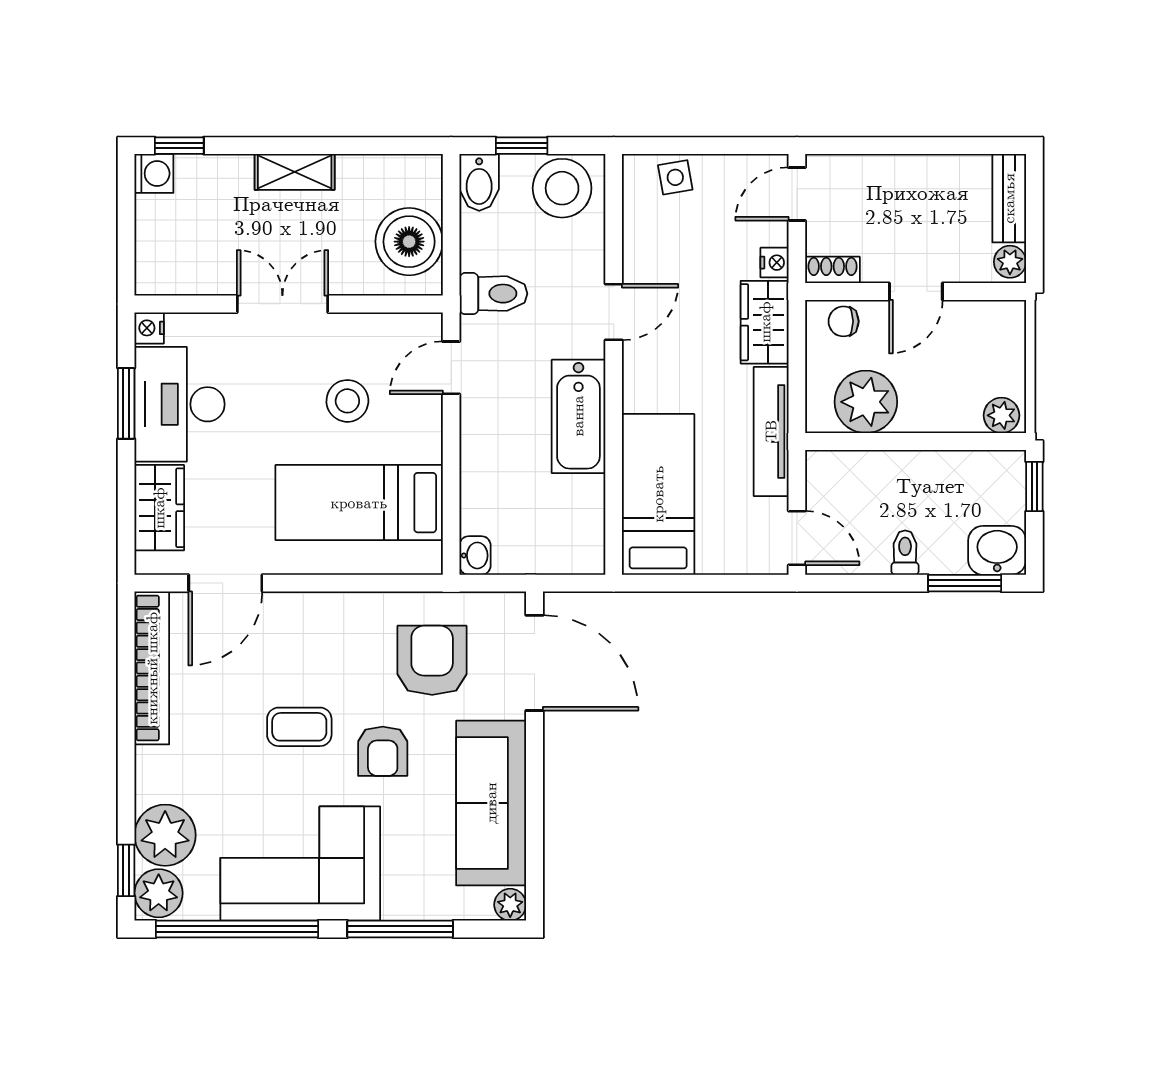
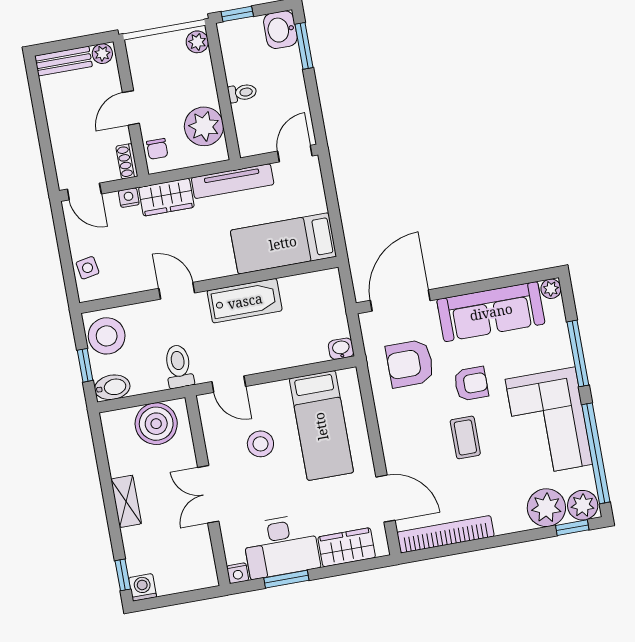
door: (916, 291) -> (131, 108), swing flipped
toilet: (905, 553) -> (242, 93), moved, turned 180

